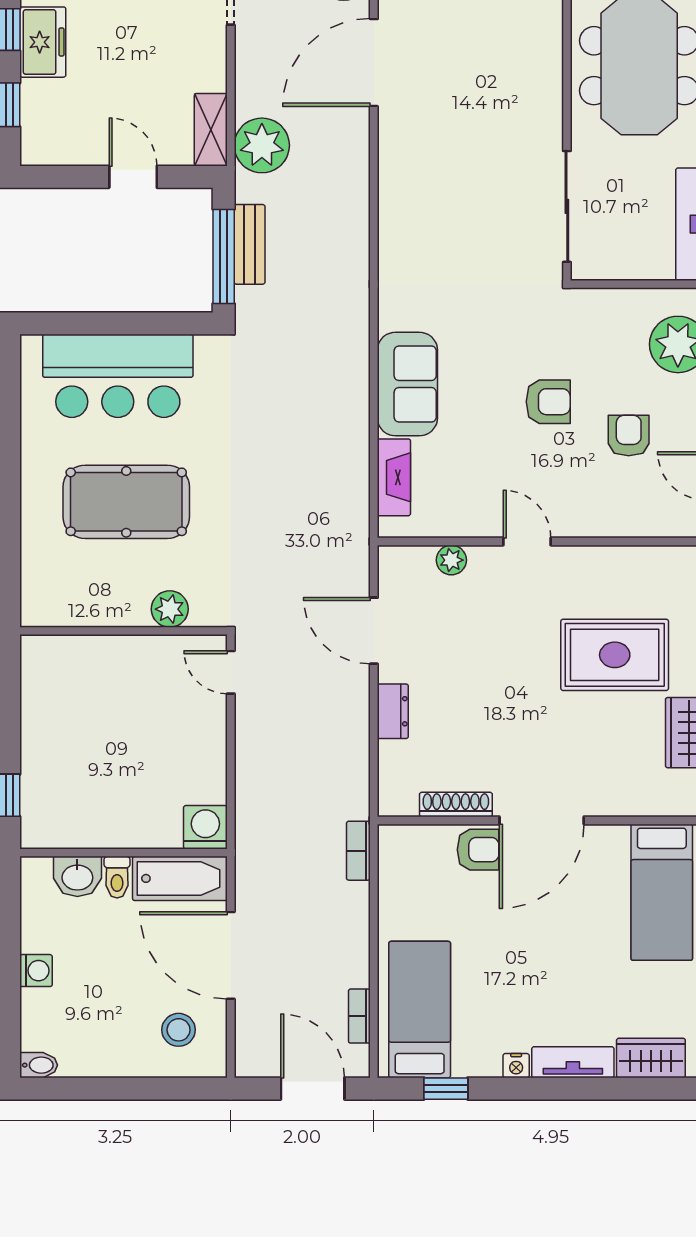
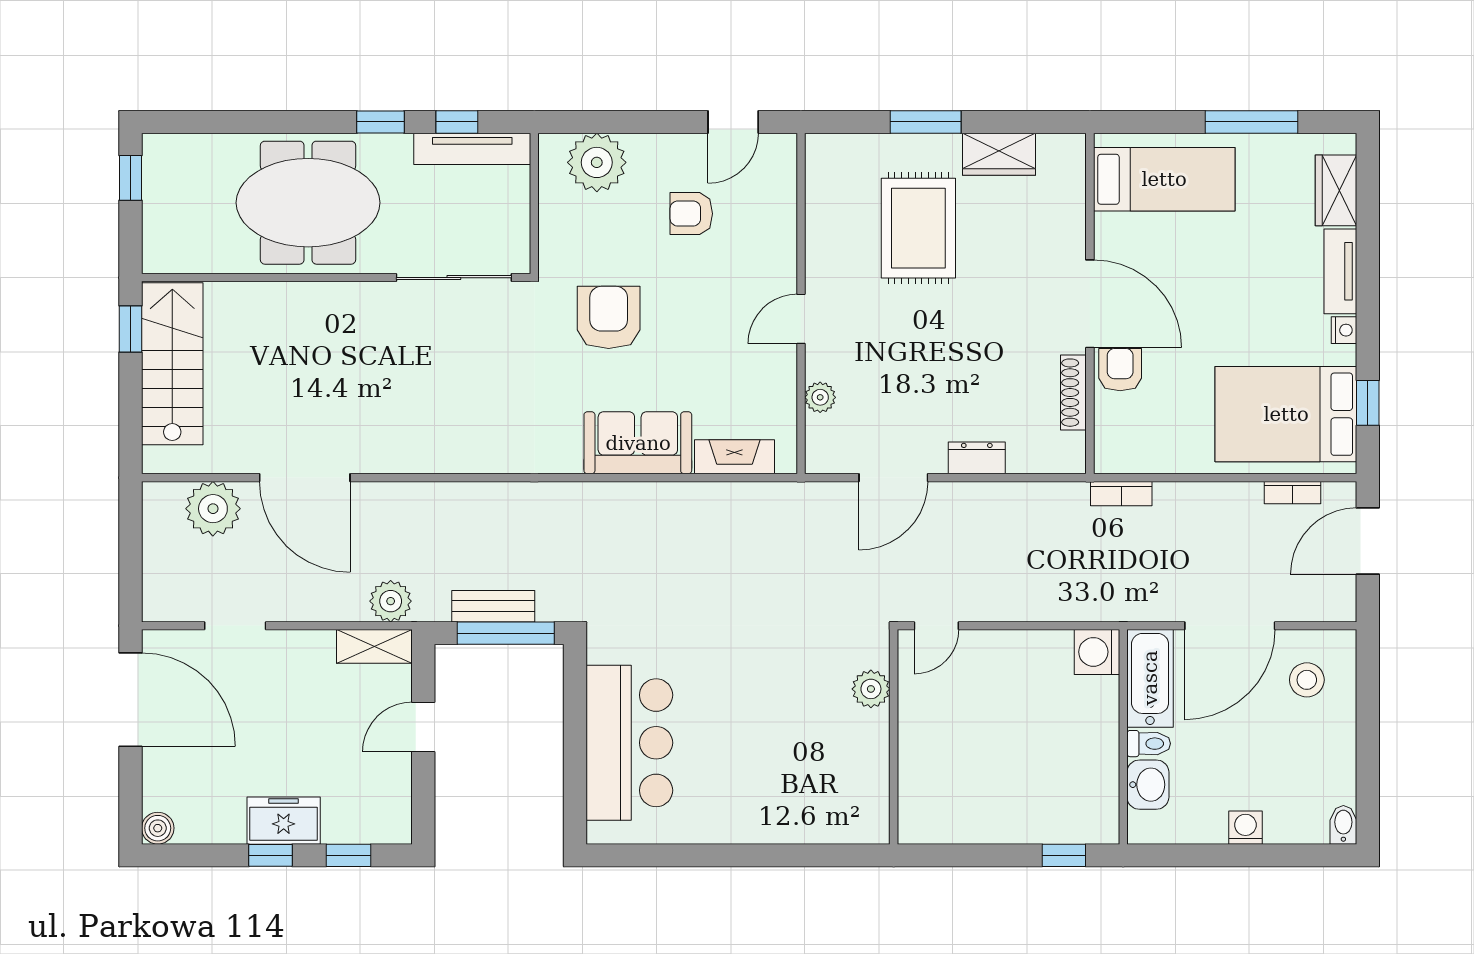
plant: (262, 145) -> (391, 601), width x0.73, depth x0.73
armchair: (548, 402) -> (609, 317), moved, width x1.38, depth x1.38
pool table: (126, 502) -> (760, 734), removed
bed: (420, 1010) -> (1286, 414), width x1.50

